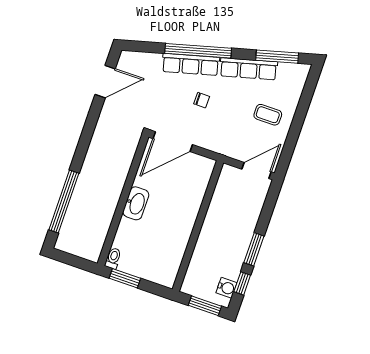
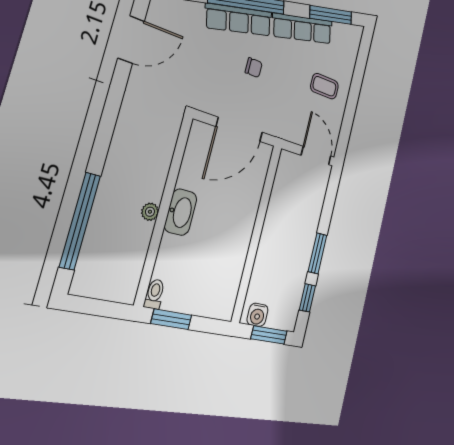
door: (173, 142) -> (239, 129), moved
door: (257, 170) -> (316, 156), hinge flipped
plant: (113, 201) -> (150, 212), added
water cooler: (227, 288) -> (257, 315), moved, turned 90

